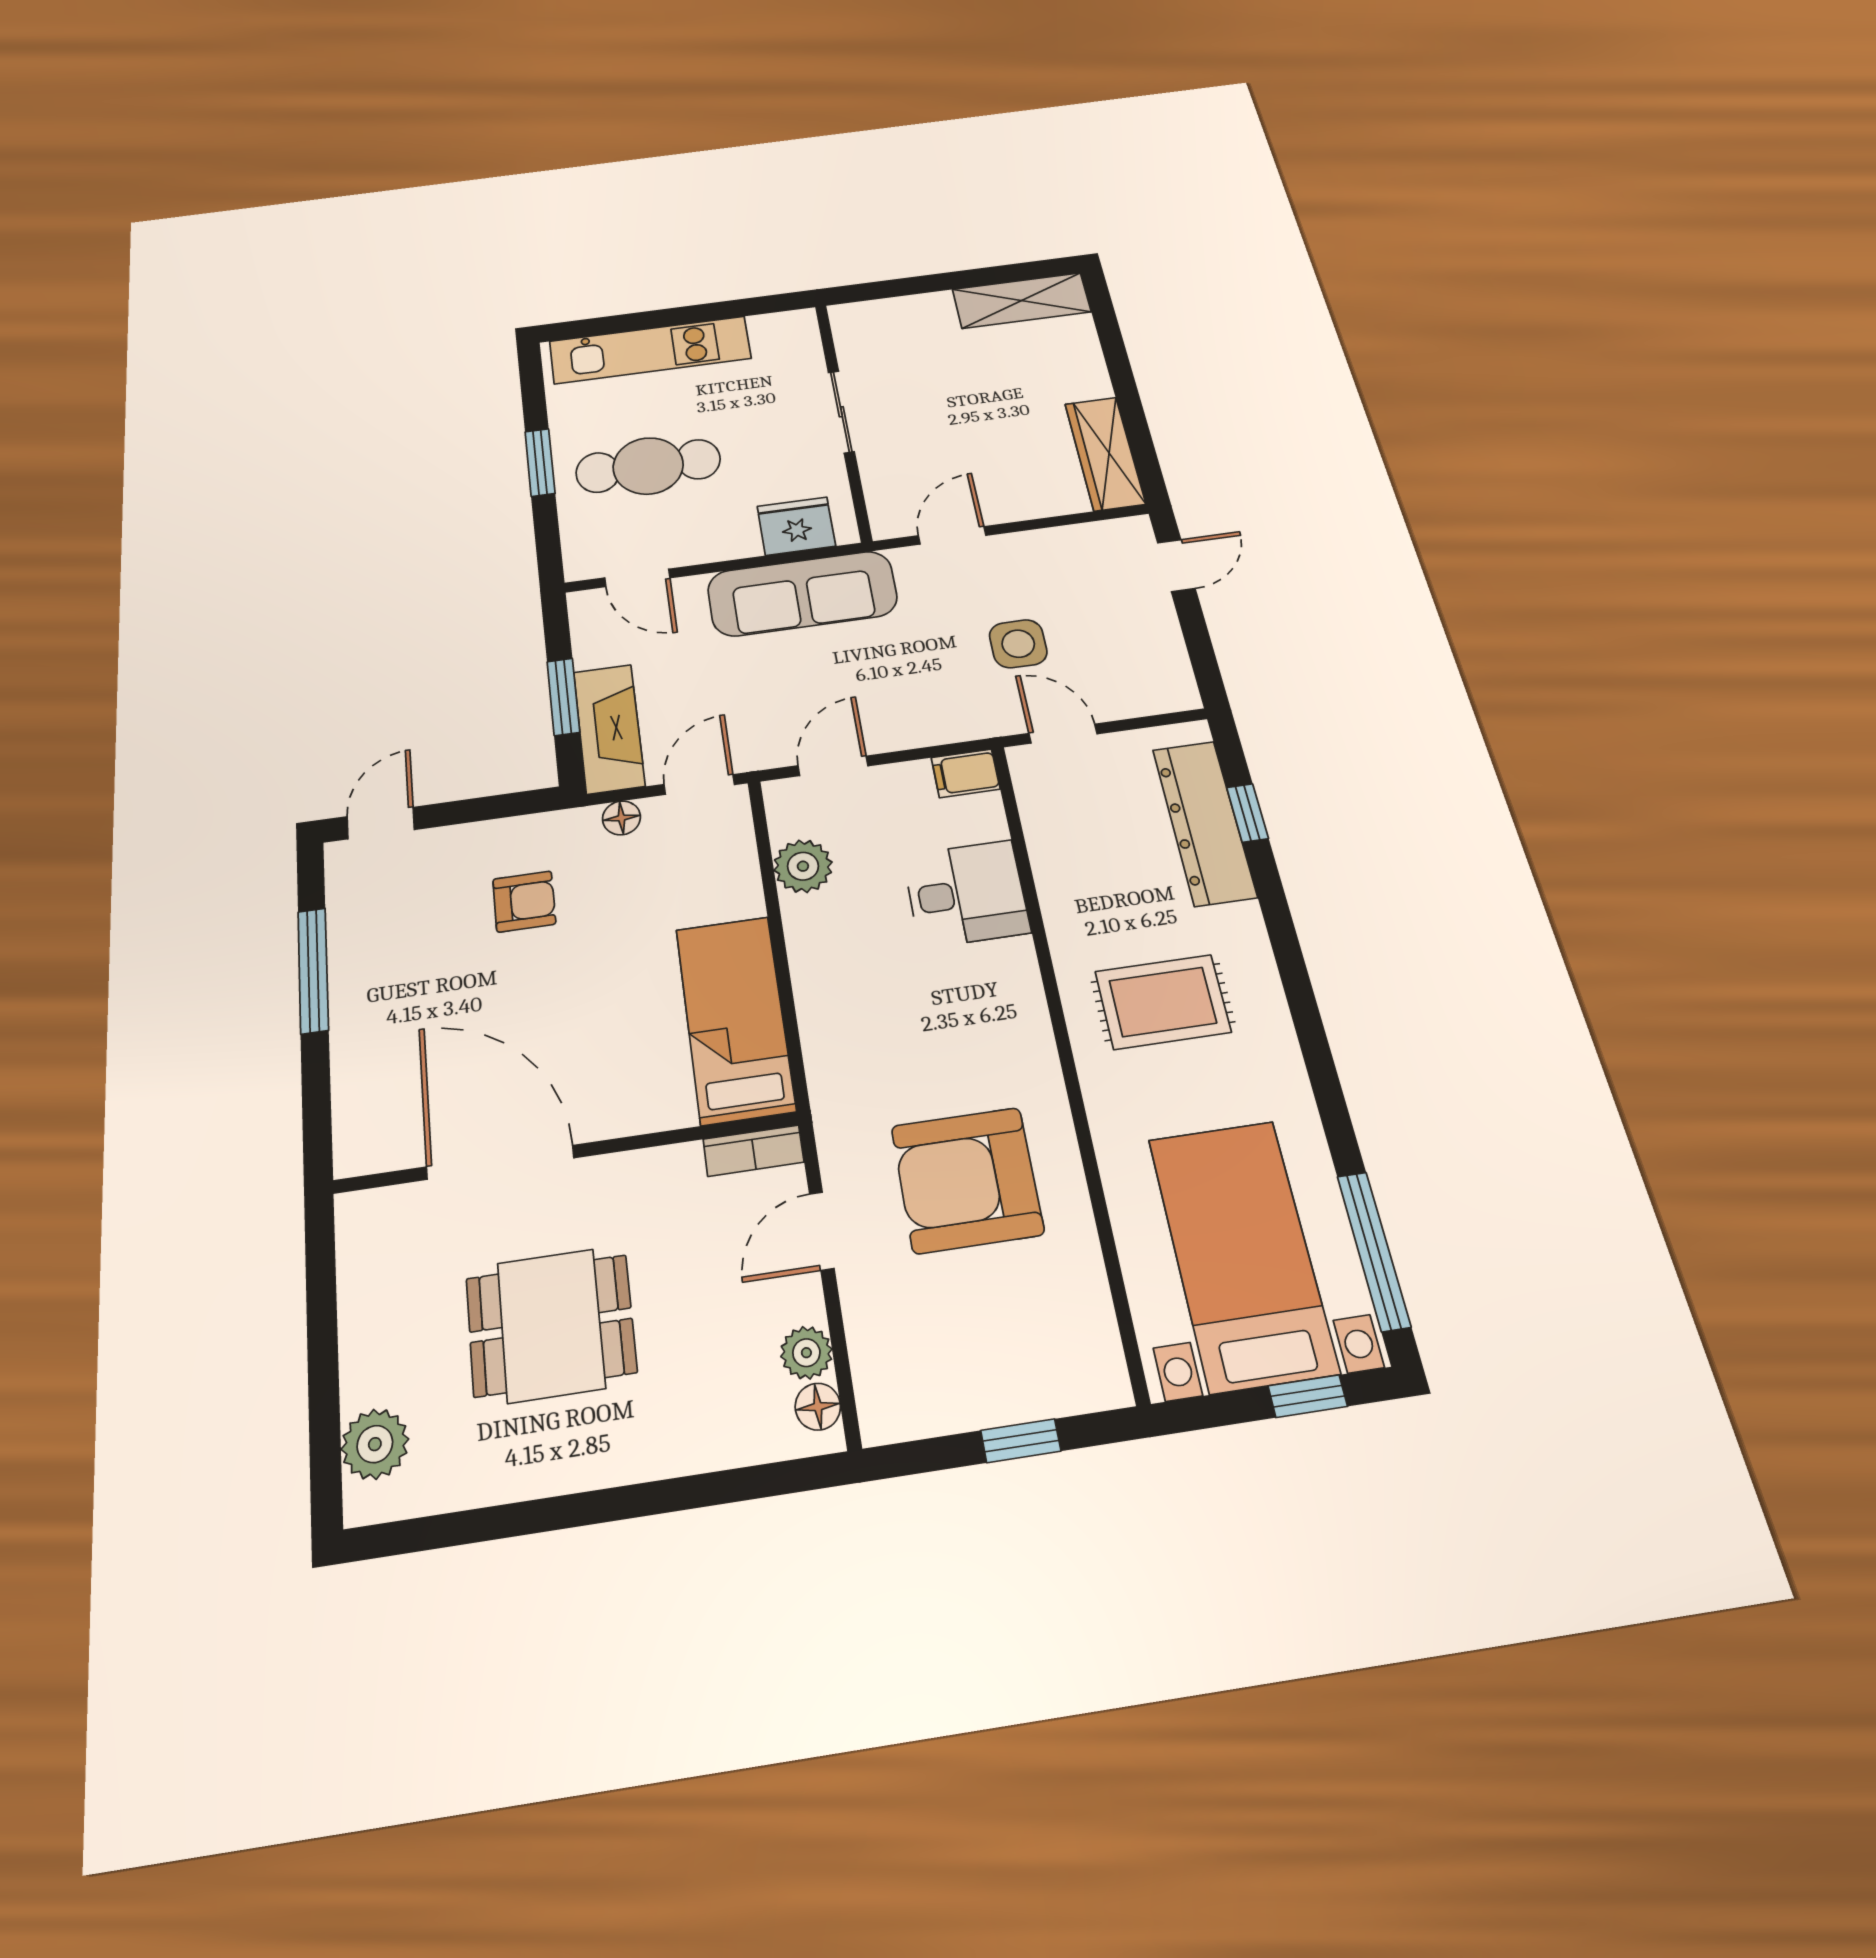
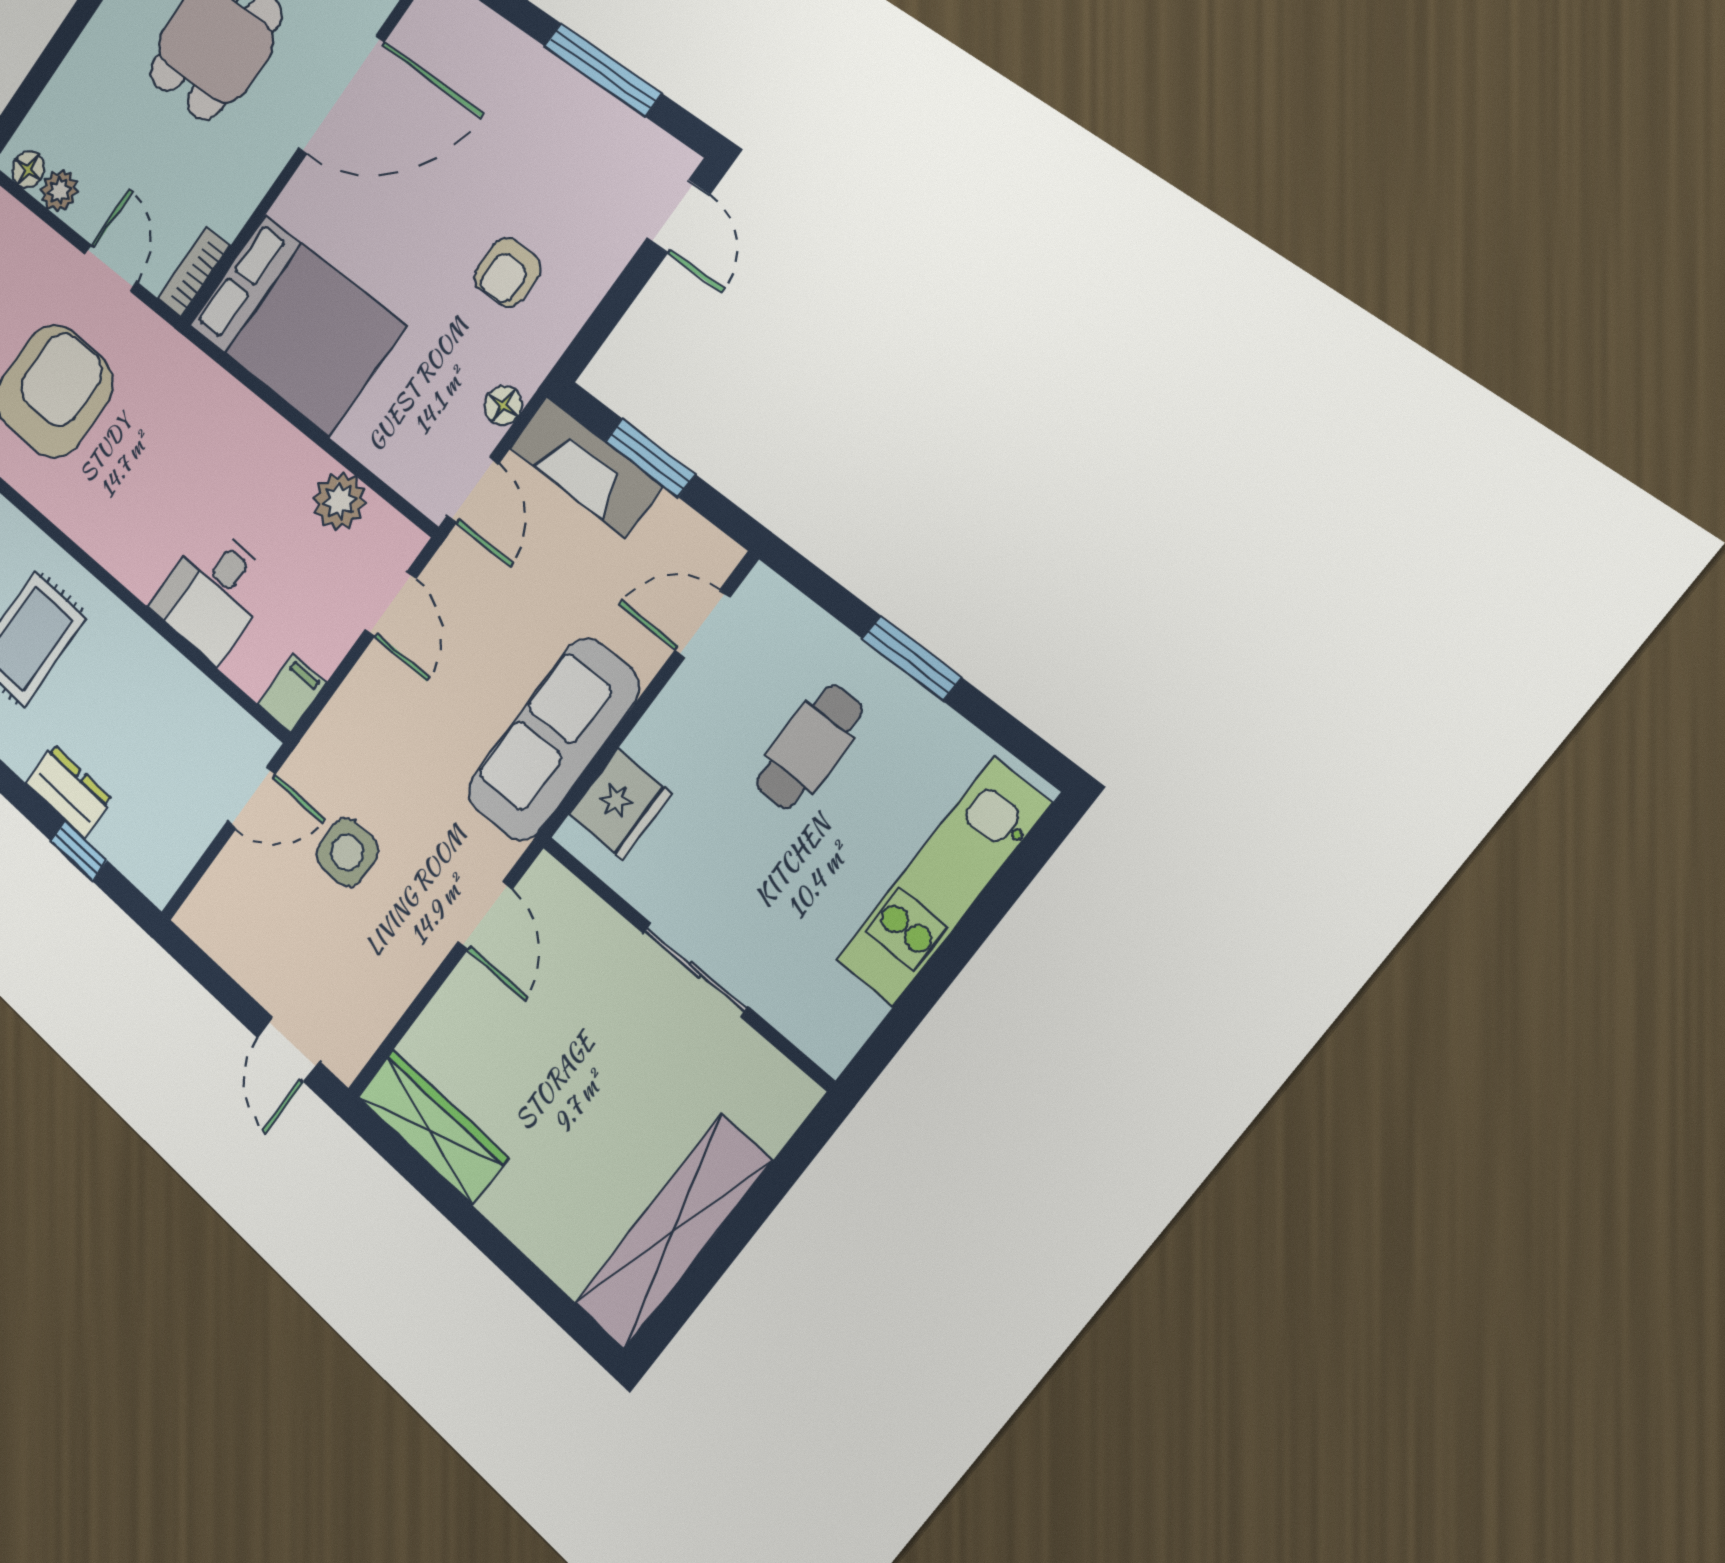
shelving: (1022, 301) -> (673, 1232), width x1.47
cafe table: (648, 466) -> (809, 747), width x0.73, depth x0.74
dresser: (1204, 822) -> (69, 792), width x0.51, depth x0.80
bed: (735, 1019) -> (296, 325), width x1.50

